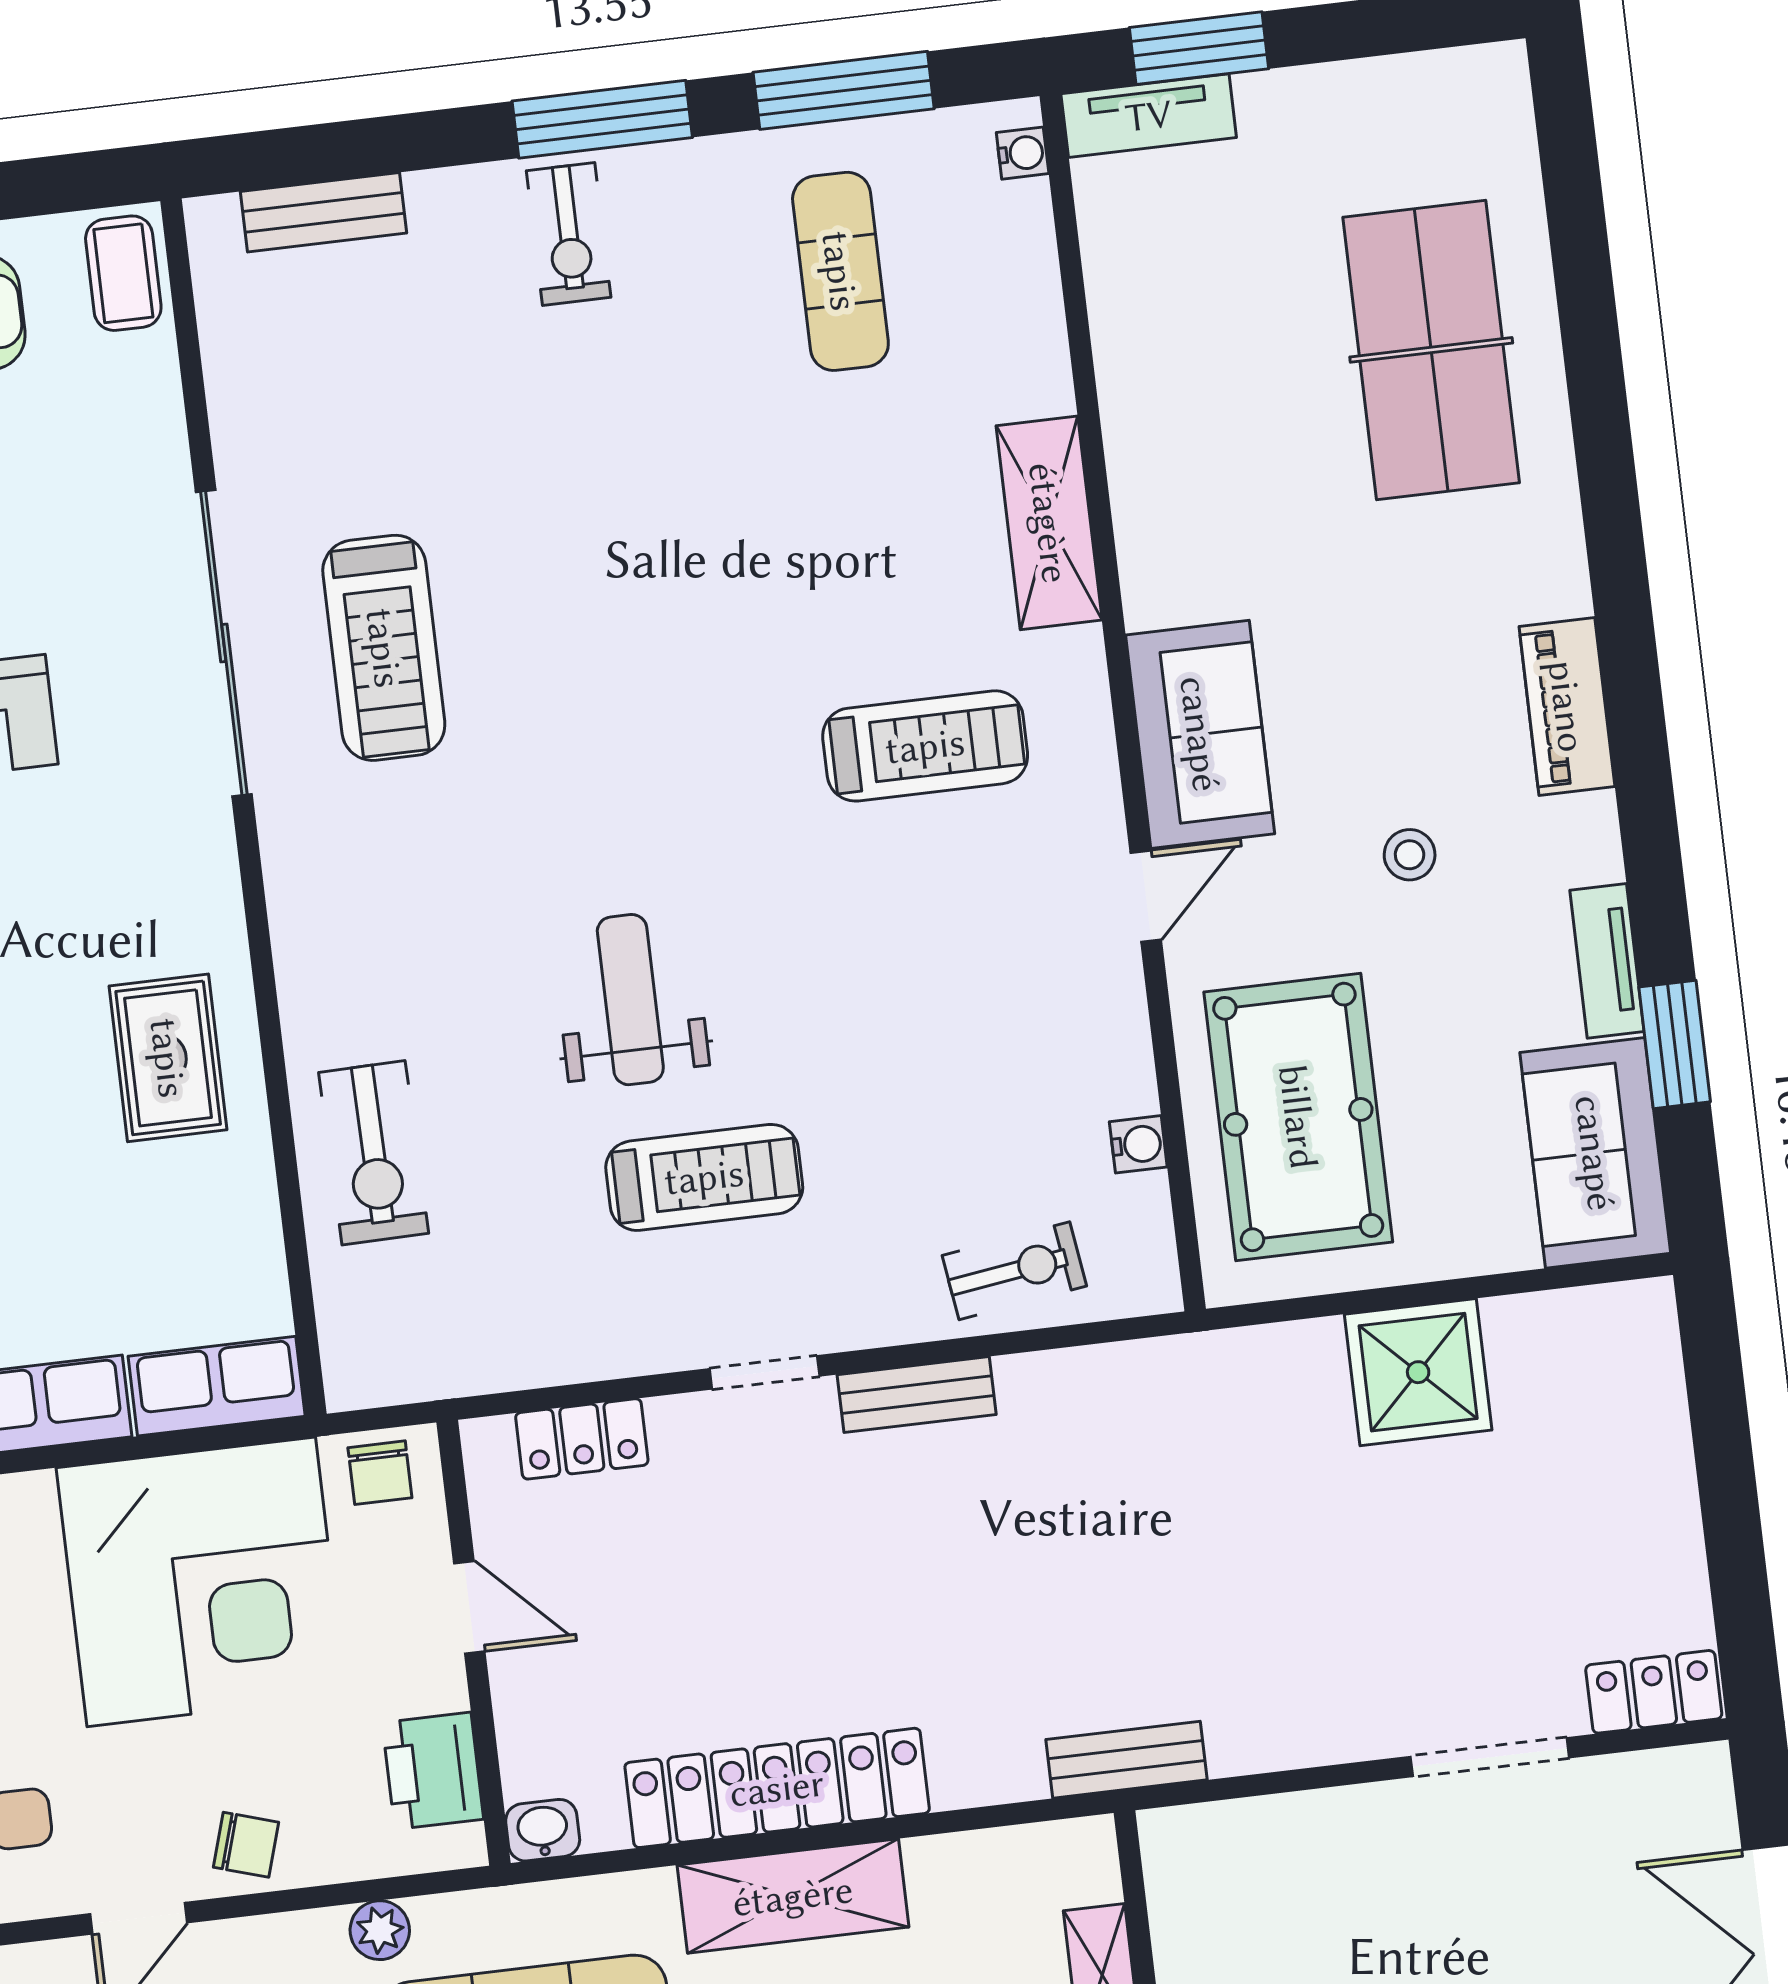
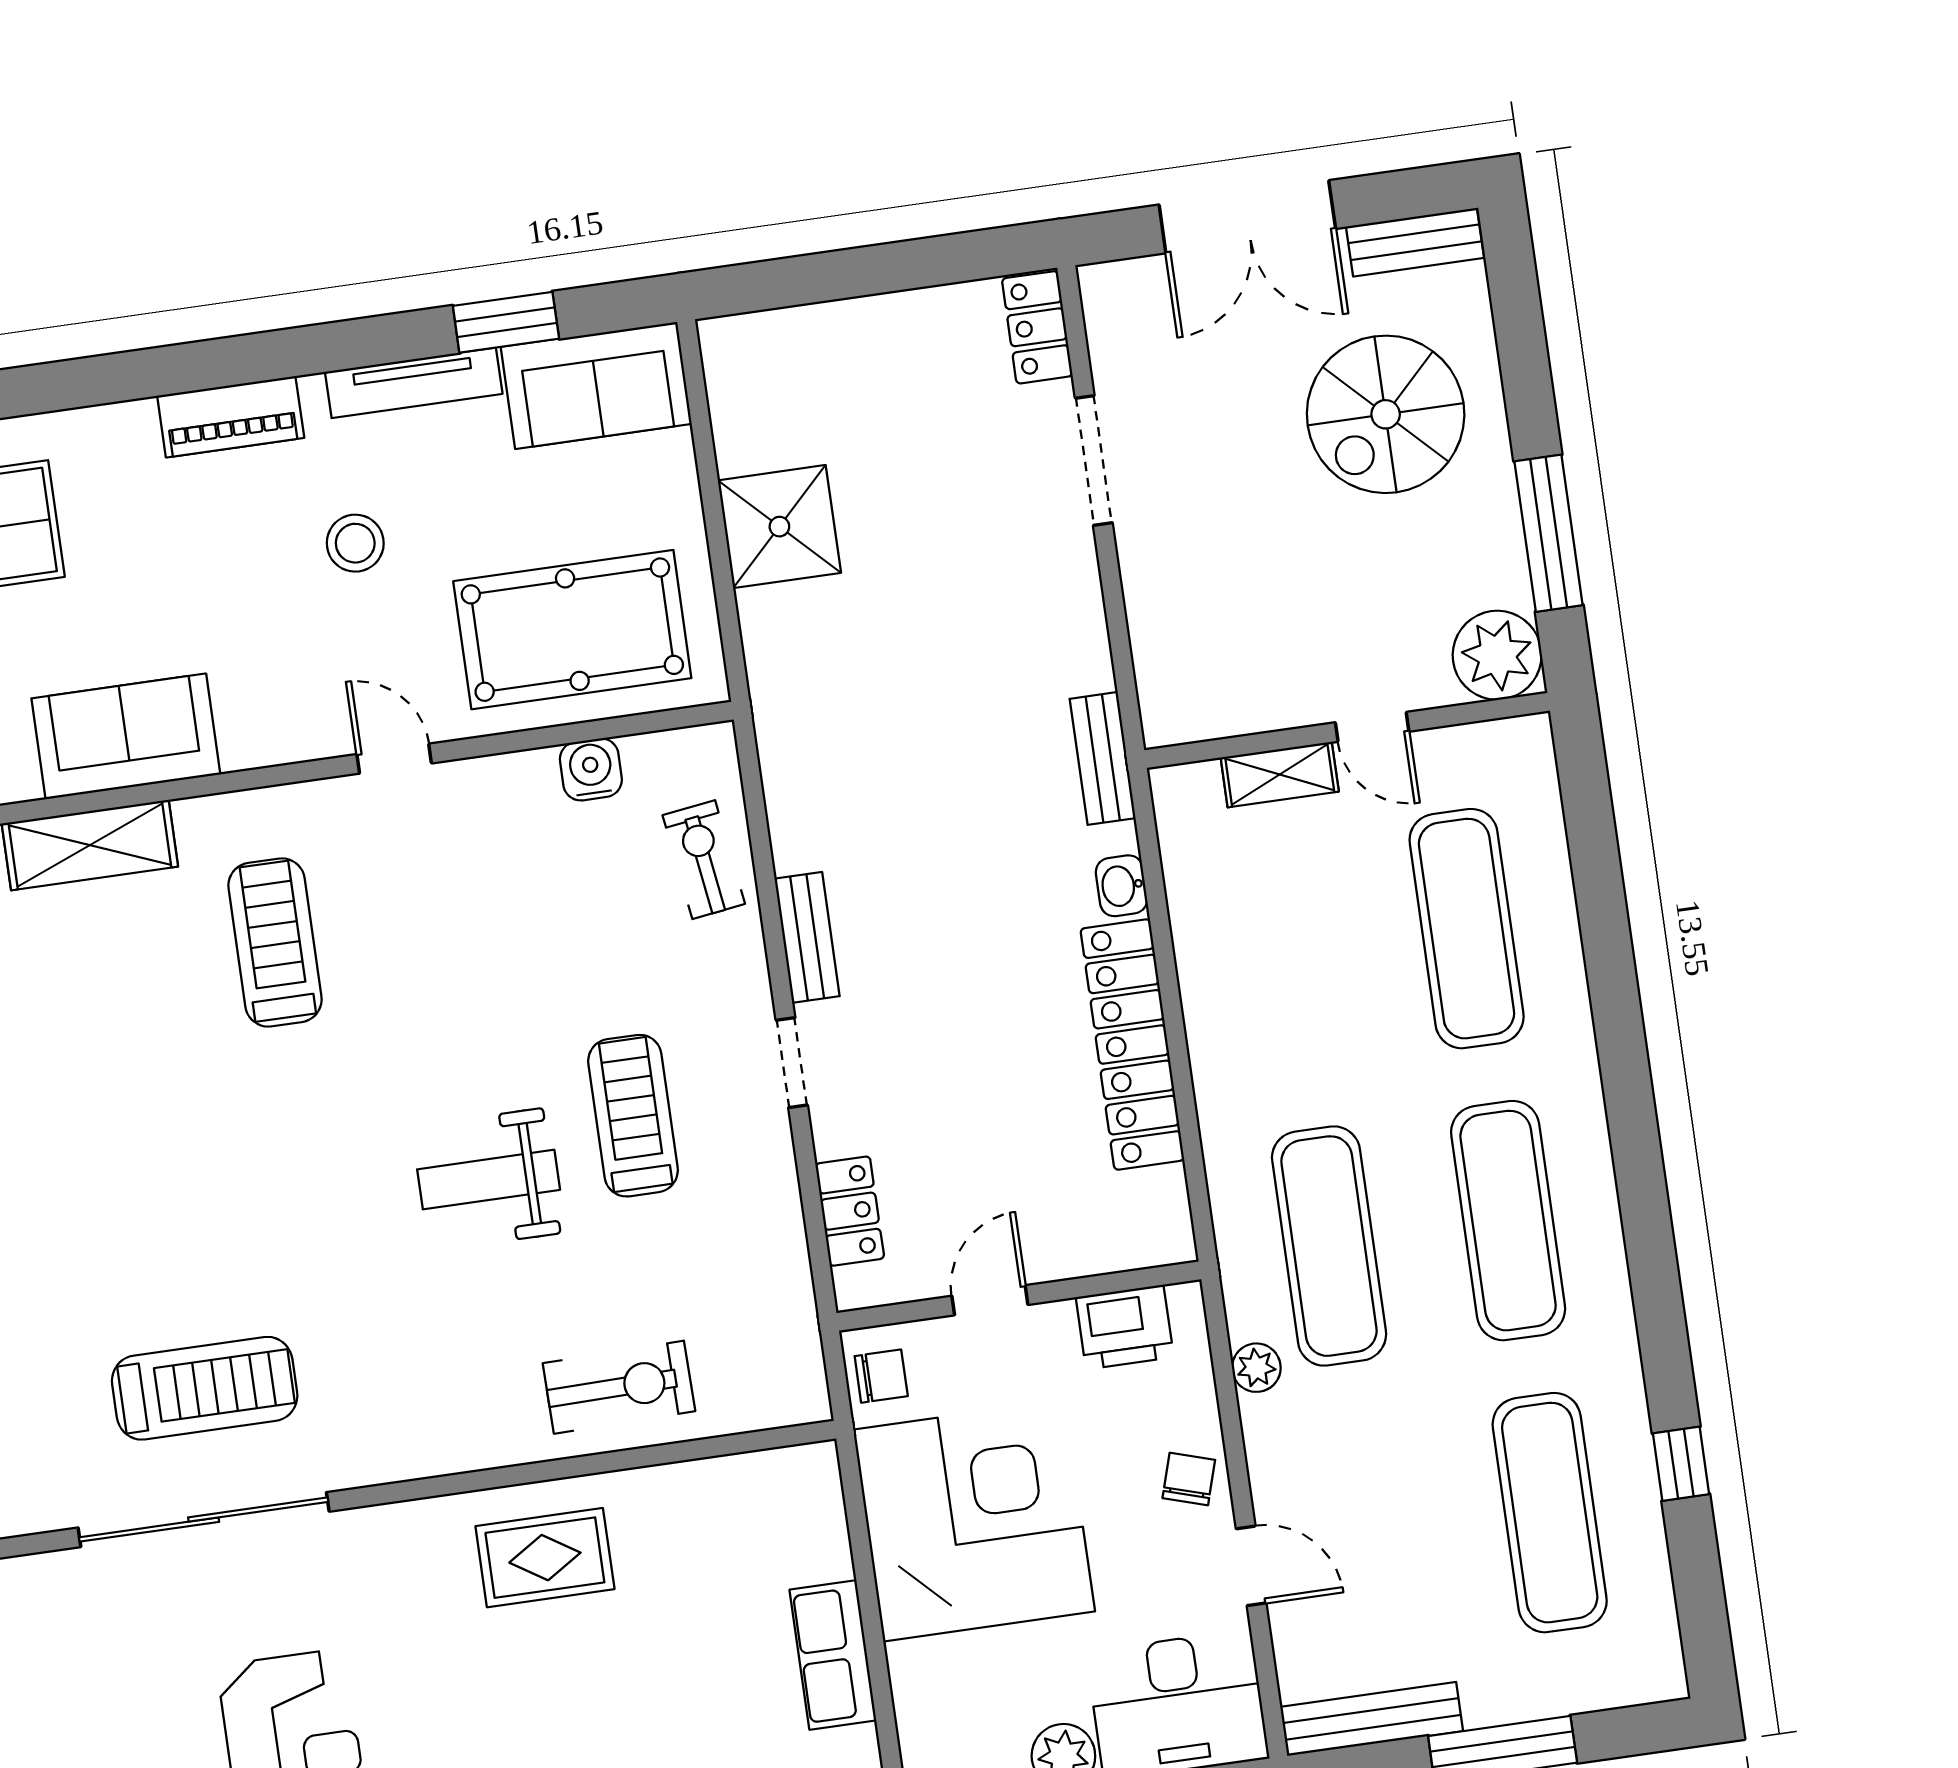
sofa: (1200, 734) -> (126, 736), moved
stool: (1410, 855) -> (355, 543), width x1.37, depth x1.37
tv unit: (1607, 961) -> (414, 383), width x1.41
water cooler: (1138, 1144) -> (591, 769), width x1.38, depth x1.38
row of seats: (217, 1386) -> (813, 1512), removed
washbasin: (543, 1830) -> (1121, 886), moved
shelving: (793, 1896) -> (1221, 1029), removed

